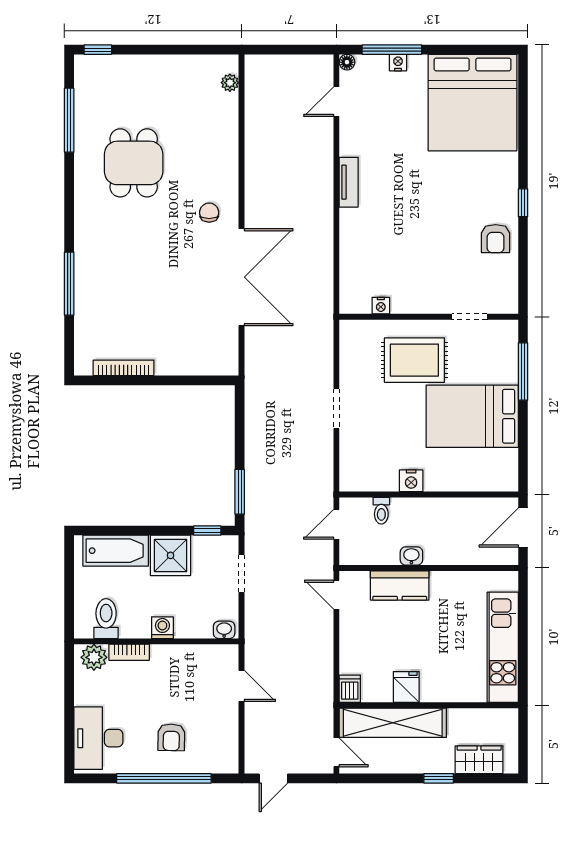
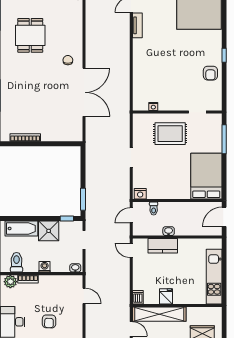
tv unit: (349, 182) -> (137, 25), moved
bed: (472, 416) -> (206, 176), moved, turned 90
nightstand: (411, 481) -> (140, 194), moved

